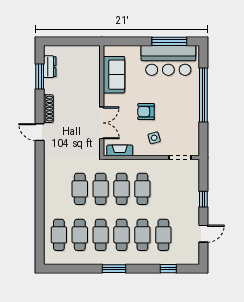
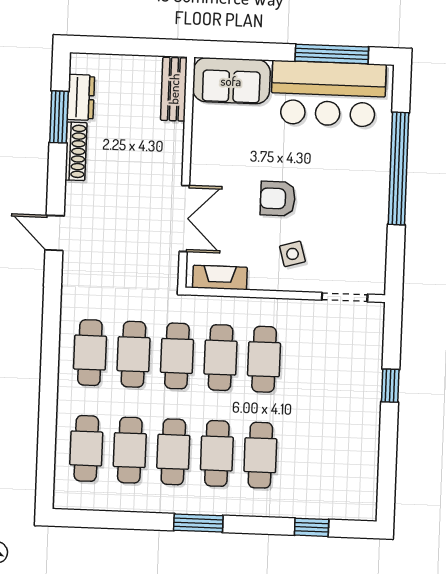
bench: (94, 61) -> (174, 89), added
sofa: (114, 75) -> (231, 81), moved, turned 90
shoe rack: (48, 109) -> (76, 151), moved
door: (203, 234) -> (387, 457), removed
cafe table: (163, 235) -> (90, 353), moved

